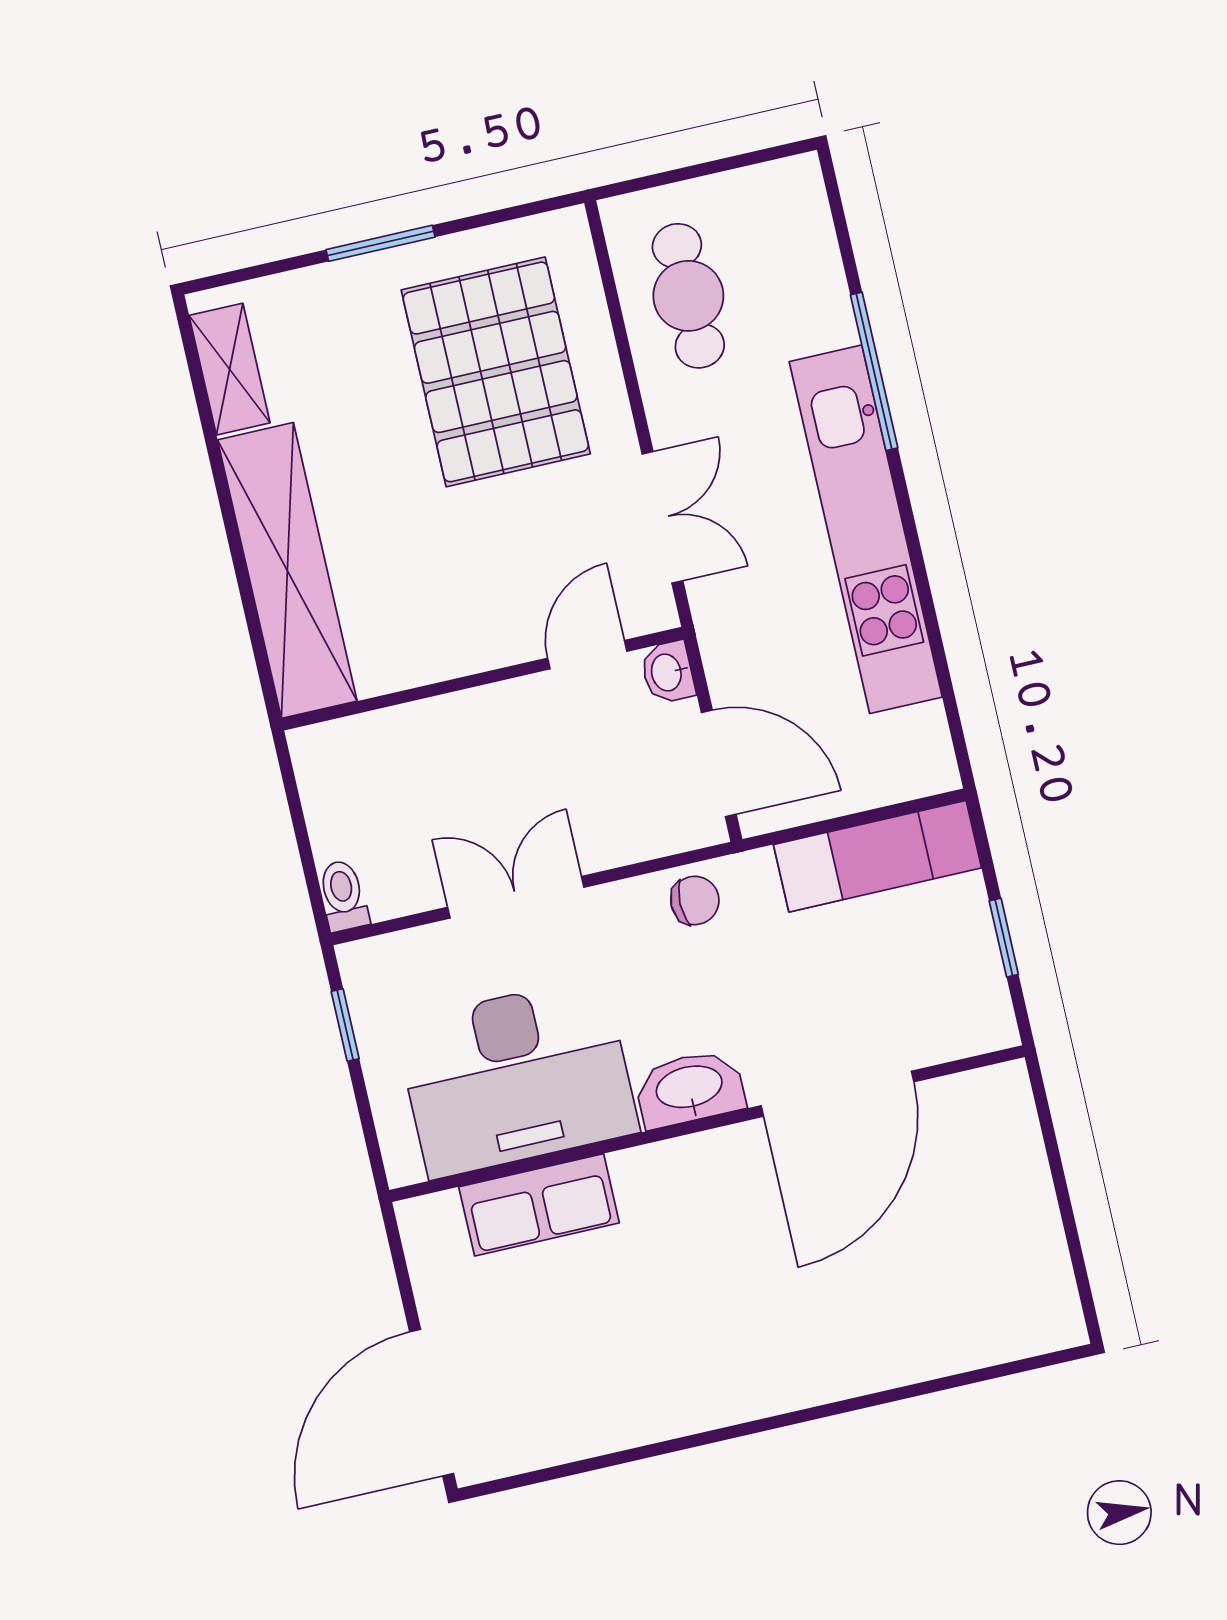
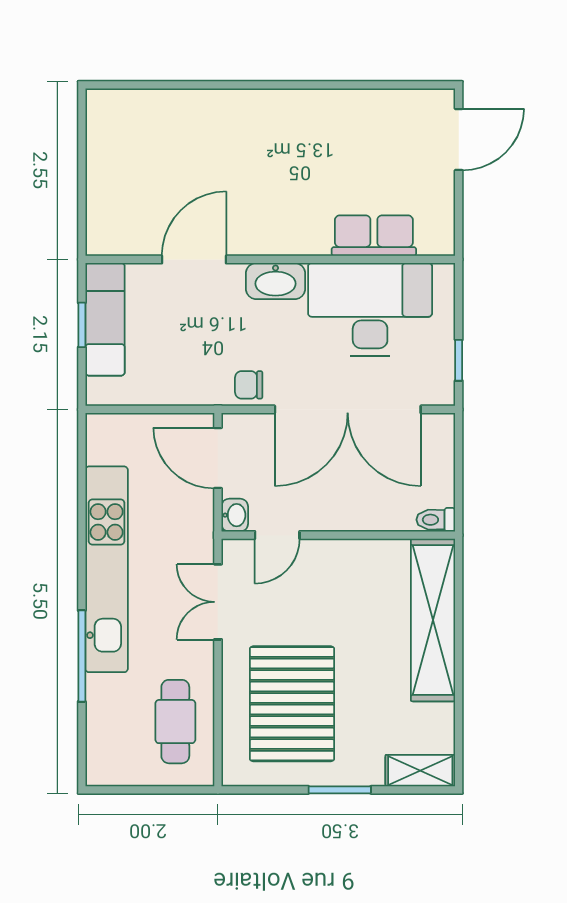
shelving: (230, 369) -> (420, 771), moved, turned 90
exam couch: (877, 856) -> (105, 319), moved, turned 90
toilet: (343, 896) -> (436, 520), moved, turned 90
double door: (516, 897) -> (348, 409), width x1.87
door: (837, 1094) -> (194, 259), width x0.73
door: (432, 1403) -> (459, 140), width x0.73

